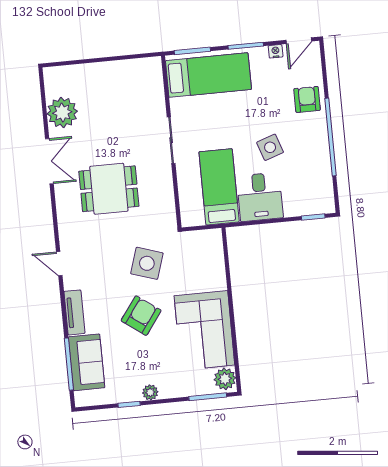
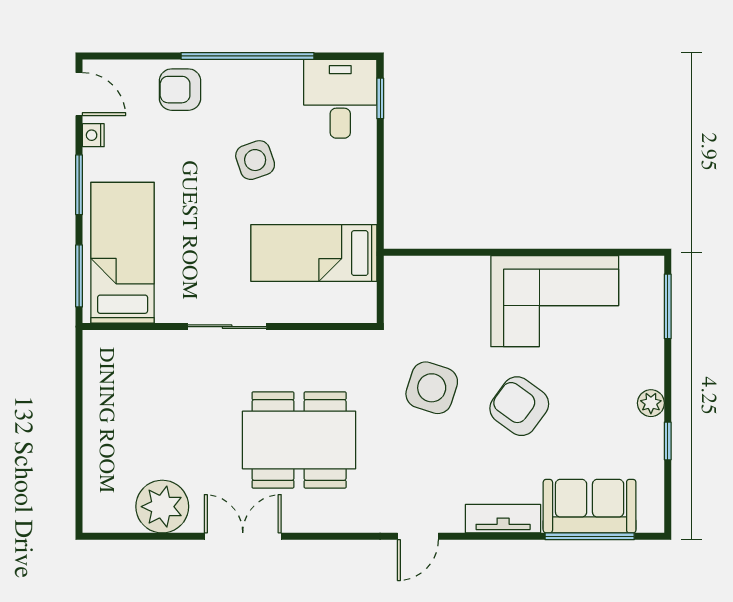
dining table: (109, 189) -> (299, 440), width x1.38
desk: (260, 197) -> (340, 99), moved, turned -90
plant: (225, 379) -> (640, 274), removed

